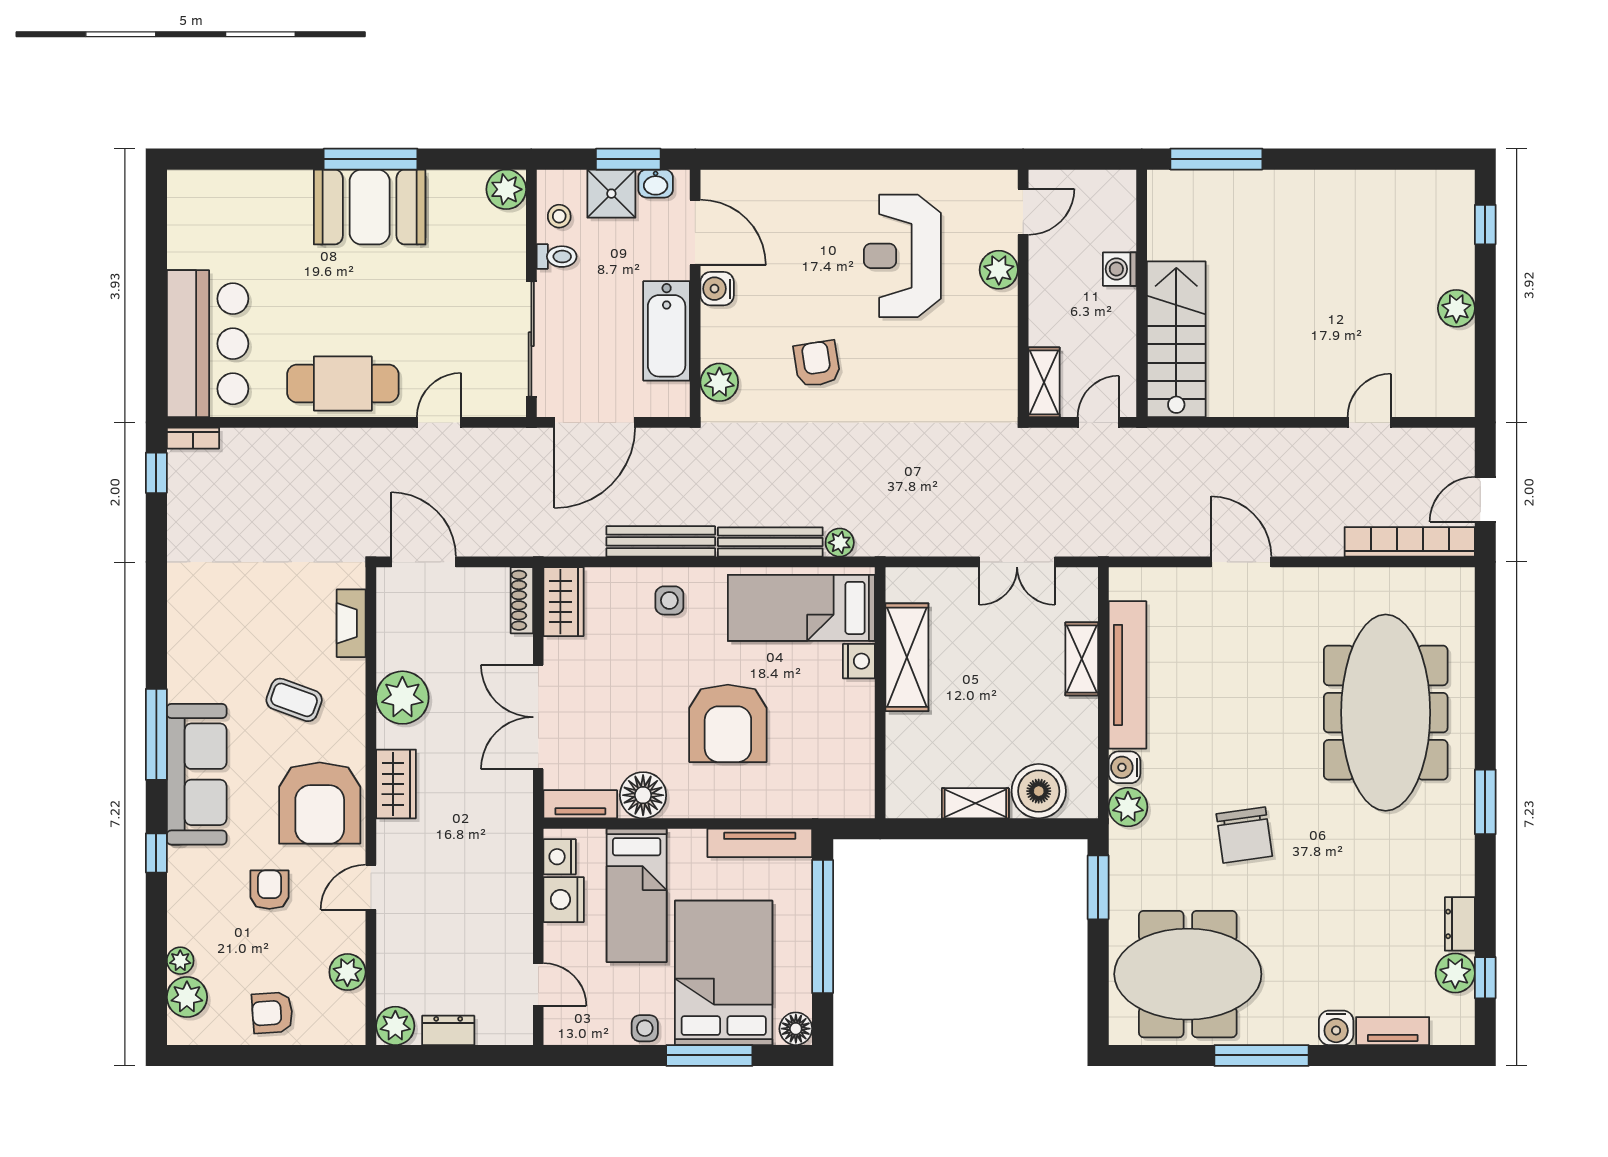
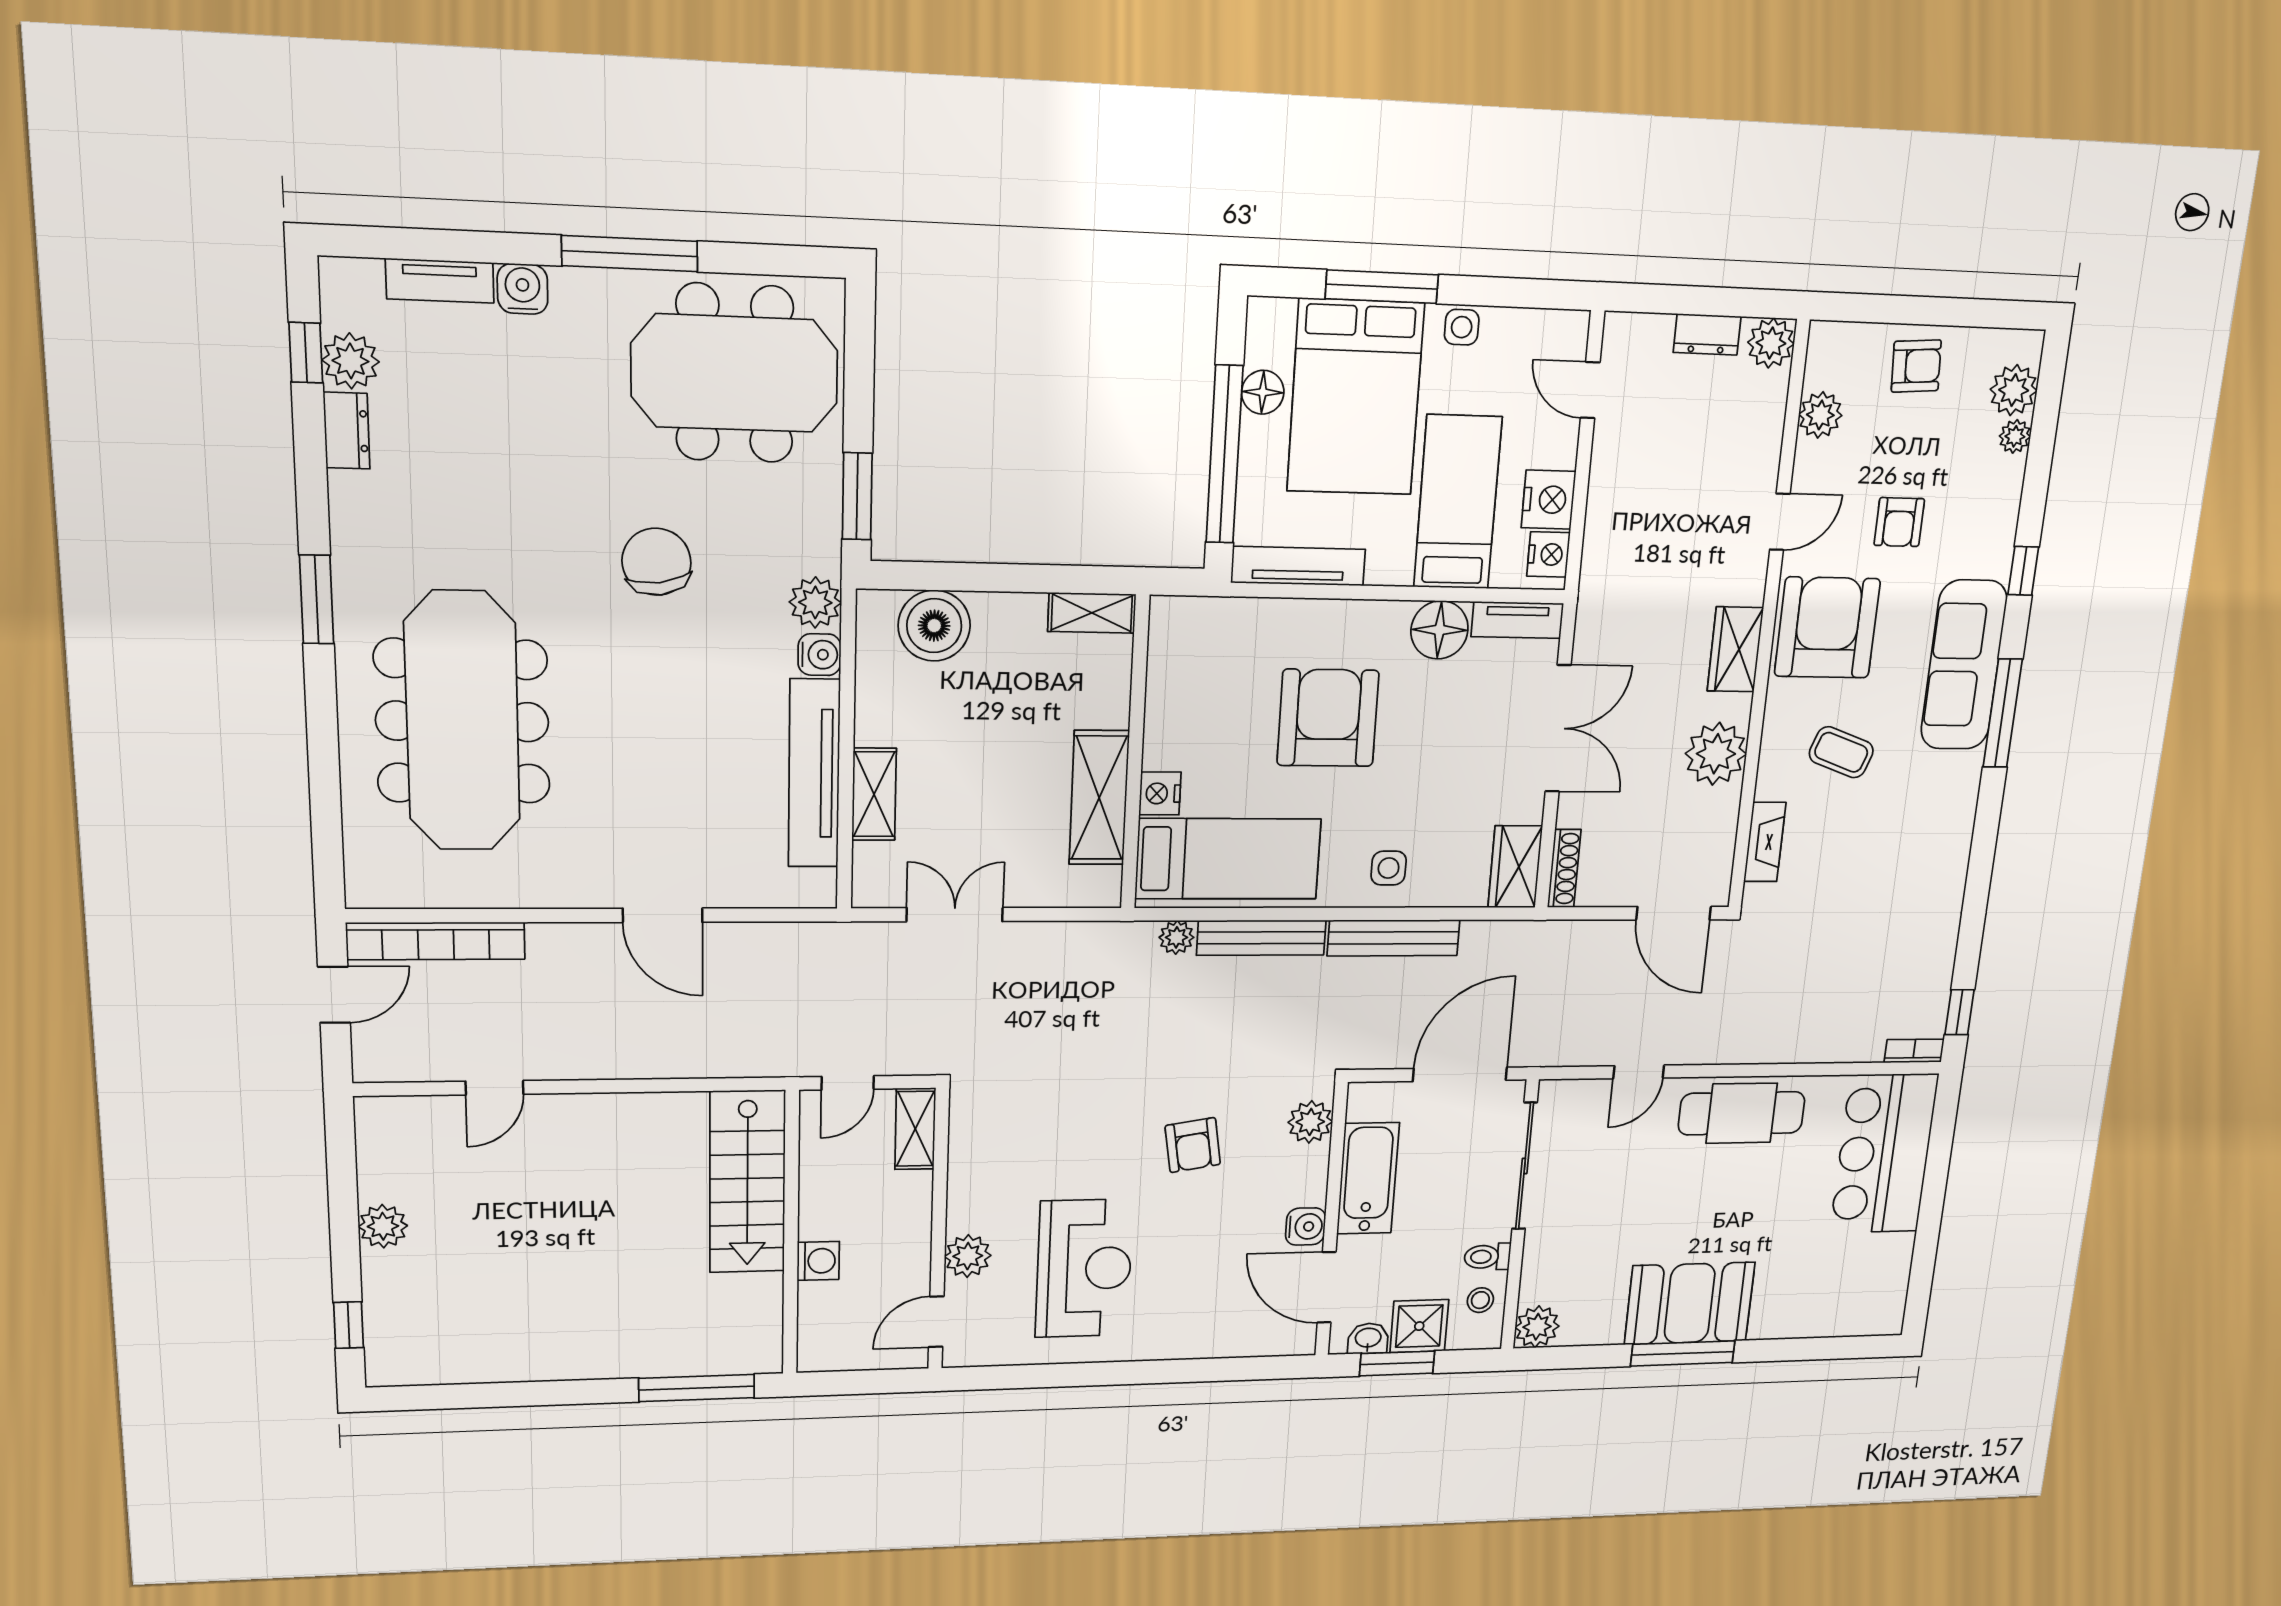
shelving: (975, 803) -> (1092, 613), moved
floor lamp: (796, 1029) -> (1263, 392), moved

